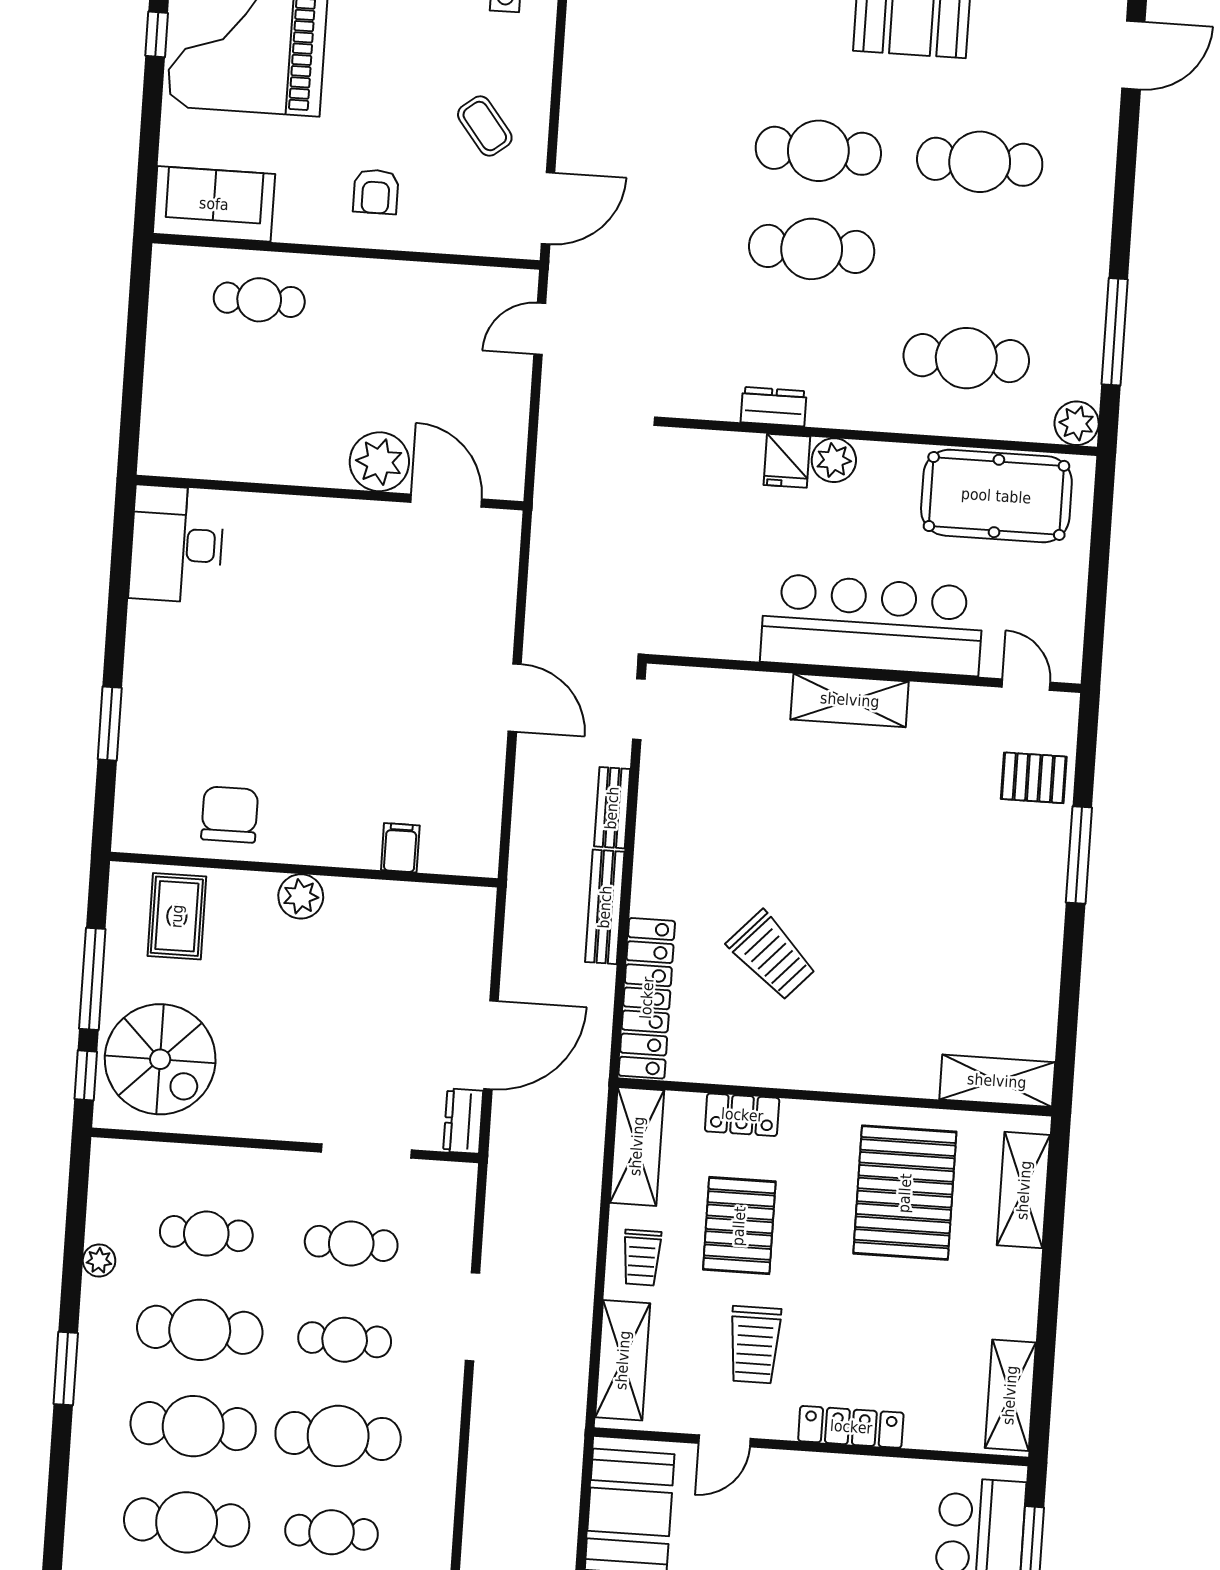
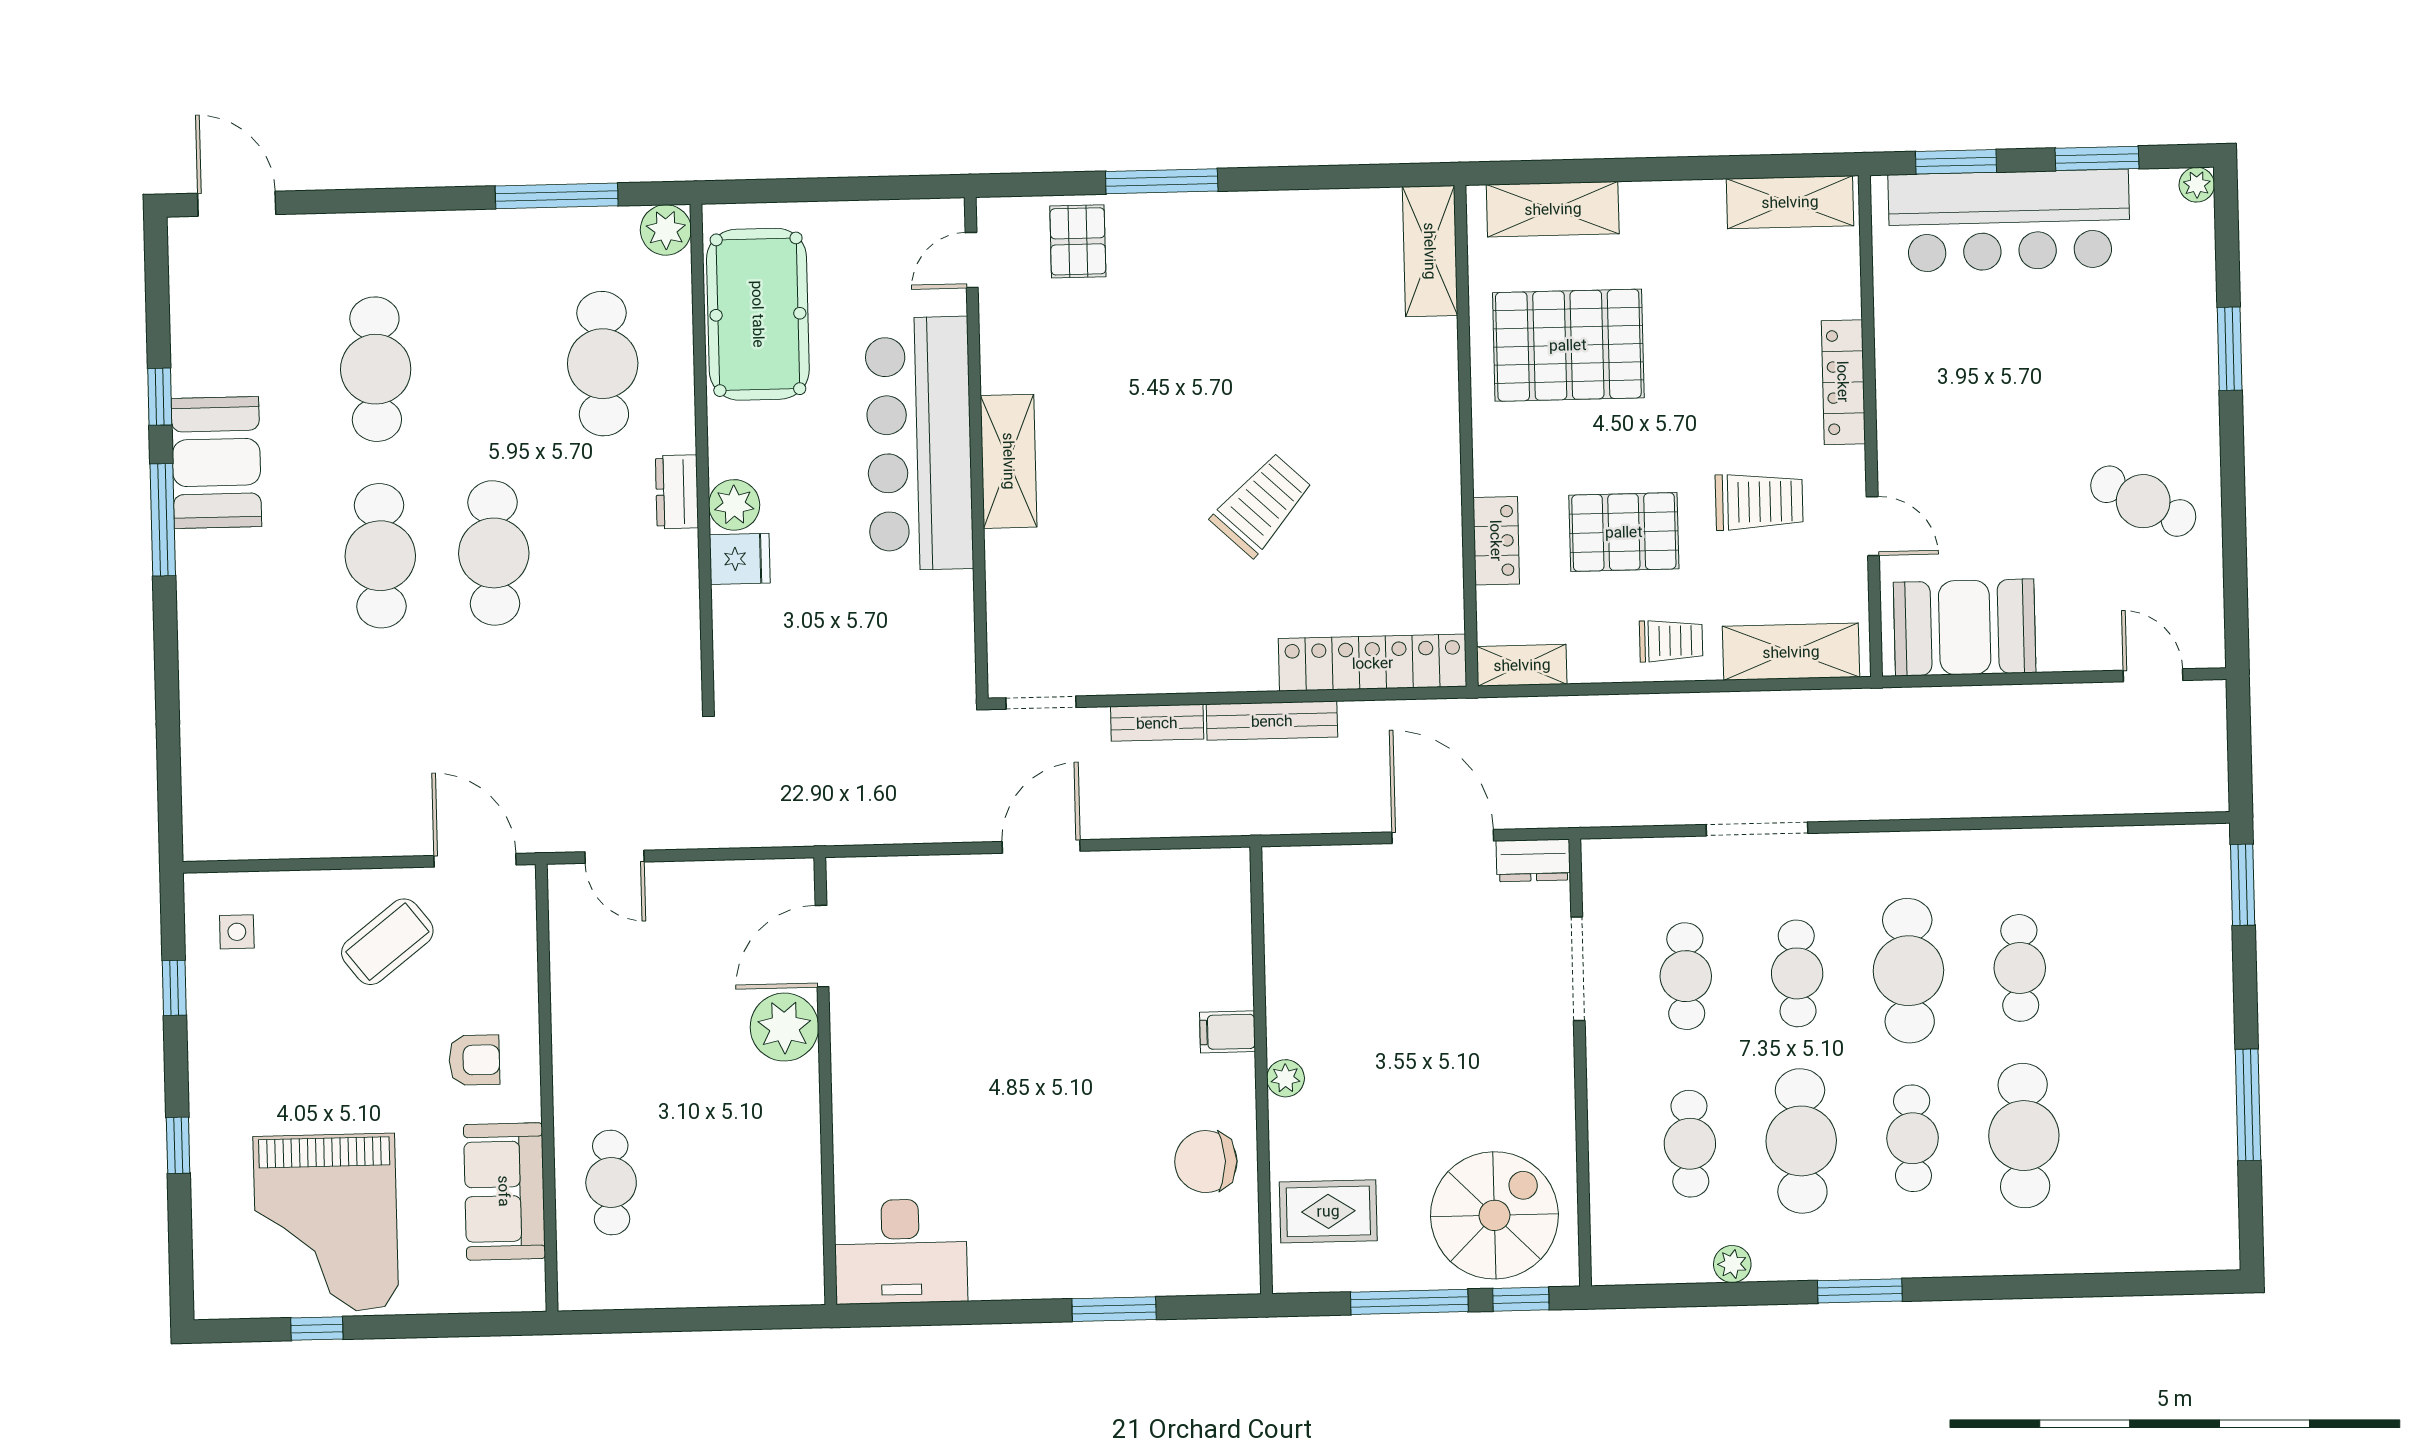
coffee table: (485, 126) -> (387, 942), width x1.36, depth x1.30
sofa: (214, 204) -> (504, 1191), moved
dresser: (774, 407) -> (677, 492), moved
filing cabinet: (400, 848) -> (1228, 1032), moved
plant: (301, 896) -> (1286, 1078), width x0.73, depth x0.73
trolley: (772, 956) -> (1262, 504), moved
shelving: (637, 1146) -> (1522, 665), width x0.67, depth x0.75
cafe table: (193, 1426) -> (1913, 1138), width x0.73, depth x0.74

